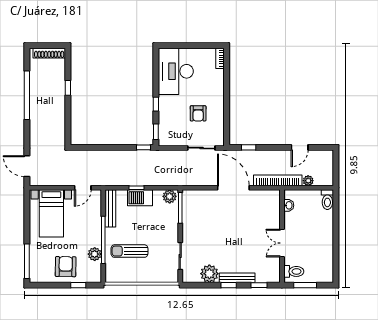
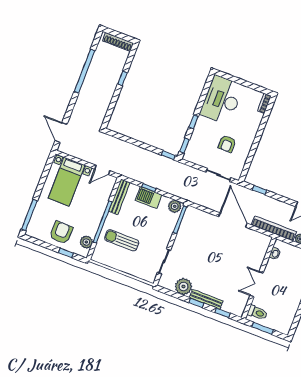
plant: (95, 254) -> (86, 242), moved

